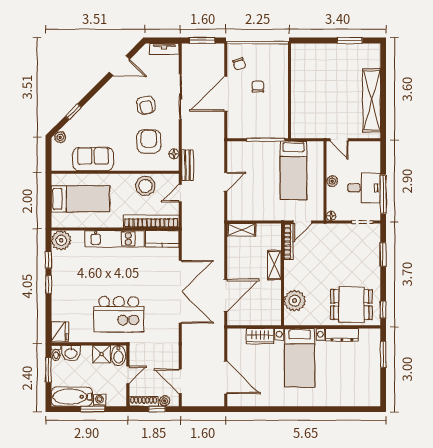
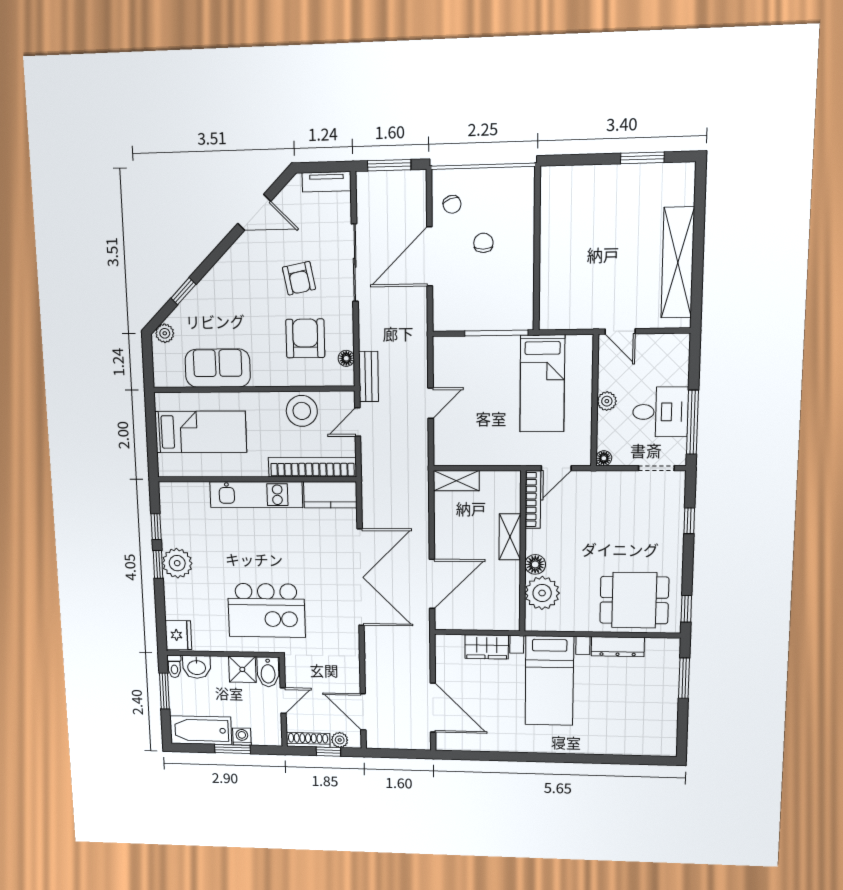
plant: (61, 240) -> (177, 563), moved
window: (383, 254) -> (689, 521), width x0.67
floor lamp: (290, 282) -> (535, 564), added

